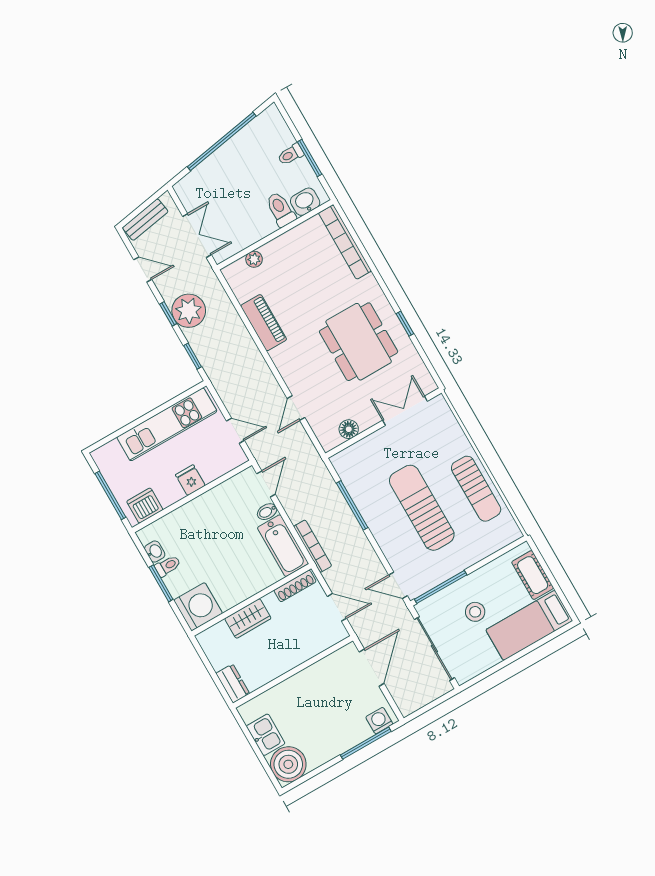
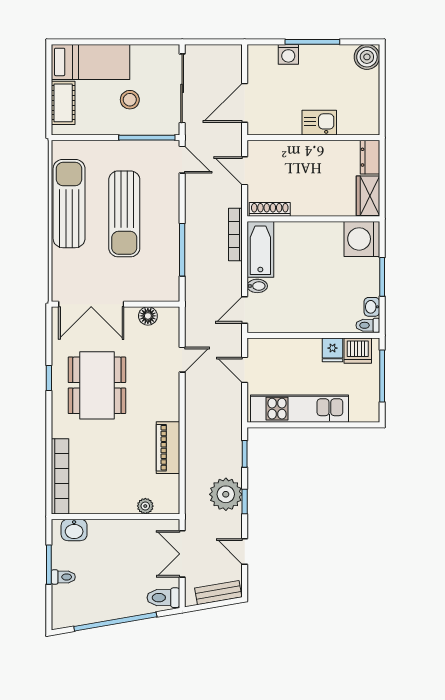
toilet: (281, 209) -> (163, 598), moved, turned 90
double door: (405, 411) -> (91, 304), width x1.37
fridge: (190, 480) -> (332, 350), moved
sun lounger: (476, 489) -> (69, 204), width x1.36, depth x1.34
toilet: (168, 566) -> (368, 325), moved
wardrobe: (248, 619) -> (368, 196), moved, turned -90
washing machine: (379, 721) -> (288, 54), moved
kitchen sink: (266, 735) -> (319, 123), moved, turned 90
window: (366, 743) -> (312, 42), moved
boiler: (288, 764) -> (367, 57), width x0.73, depth x0.73

